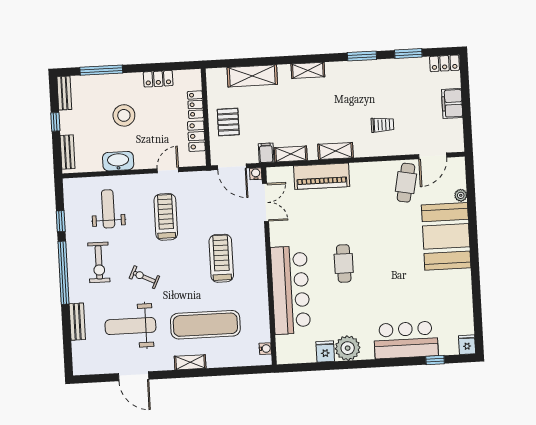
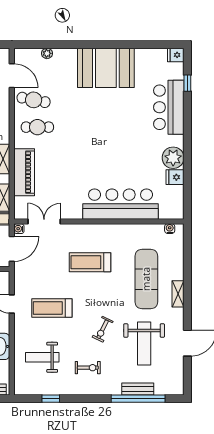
booth: (446, 236) -> (106, 68), moved
exercise bike: (99, 262) -> (88, 368), width x0.73, depth x0.72
cafe table: (344, 263) -> (37, 127), moved
window: (63, 273) -> (138, 399), moved

